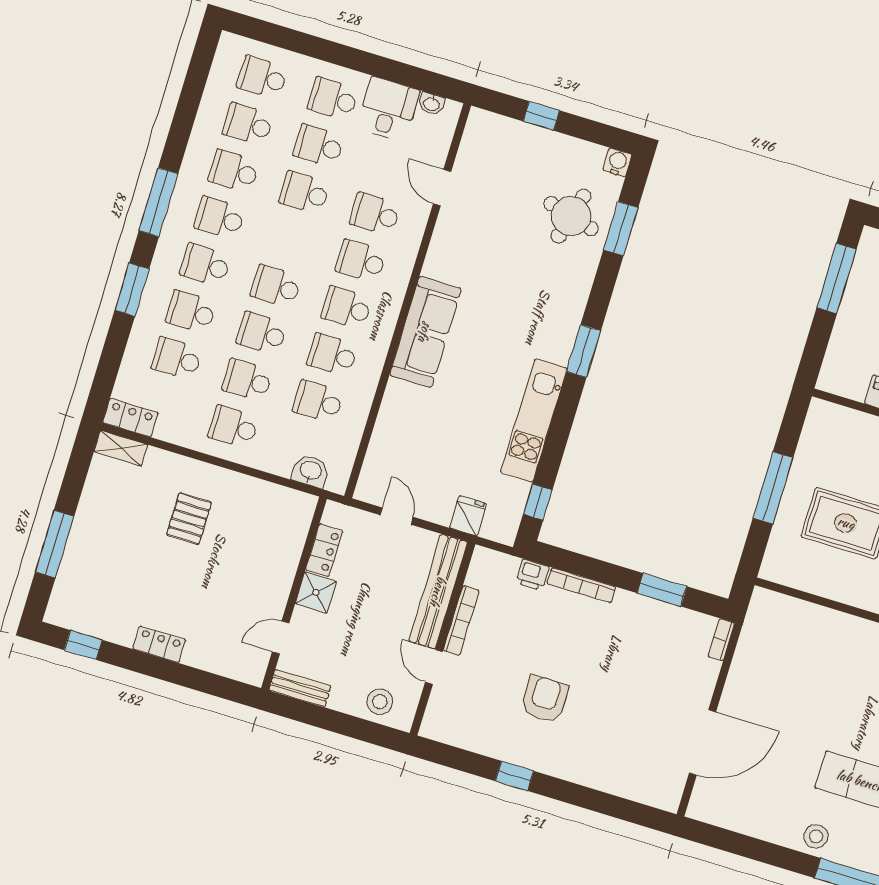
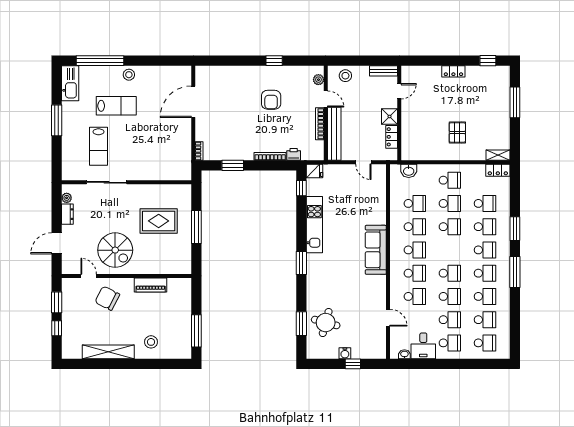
water cooler: (617, 162) -> (345, 353), moved
school desk: (276, 286) -> (450, 273), moved
fridge: (468, 516) -> (314, 171), moved, turned -90
plant: (437, 710) -> (318, 80), added

